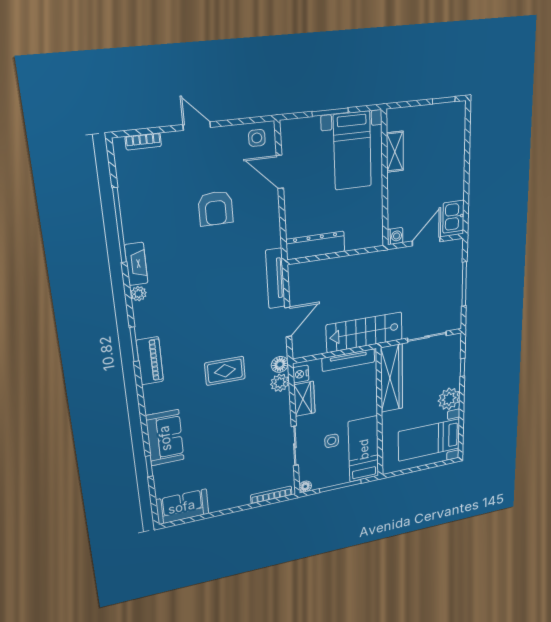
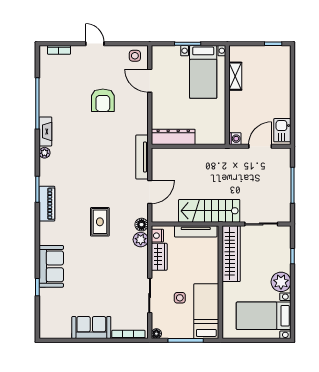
rug: (225, 371) -> (100, 222), turned 90
sofa: (182, 507) -> (91, 328), moved

